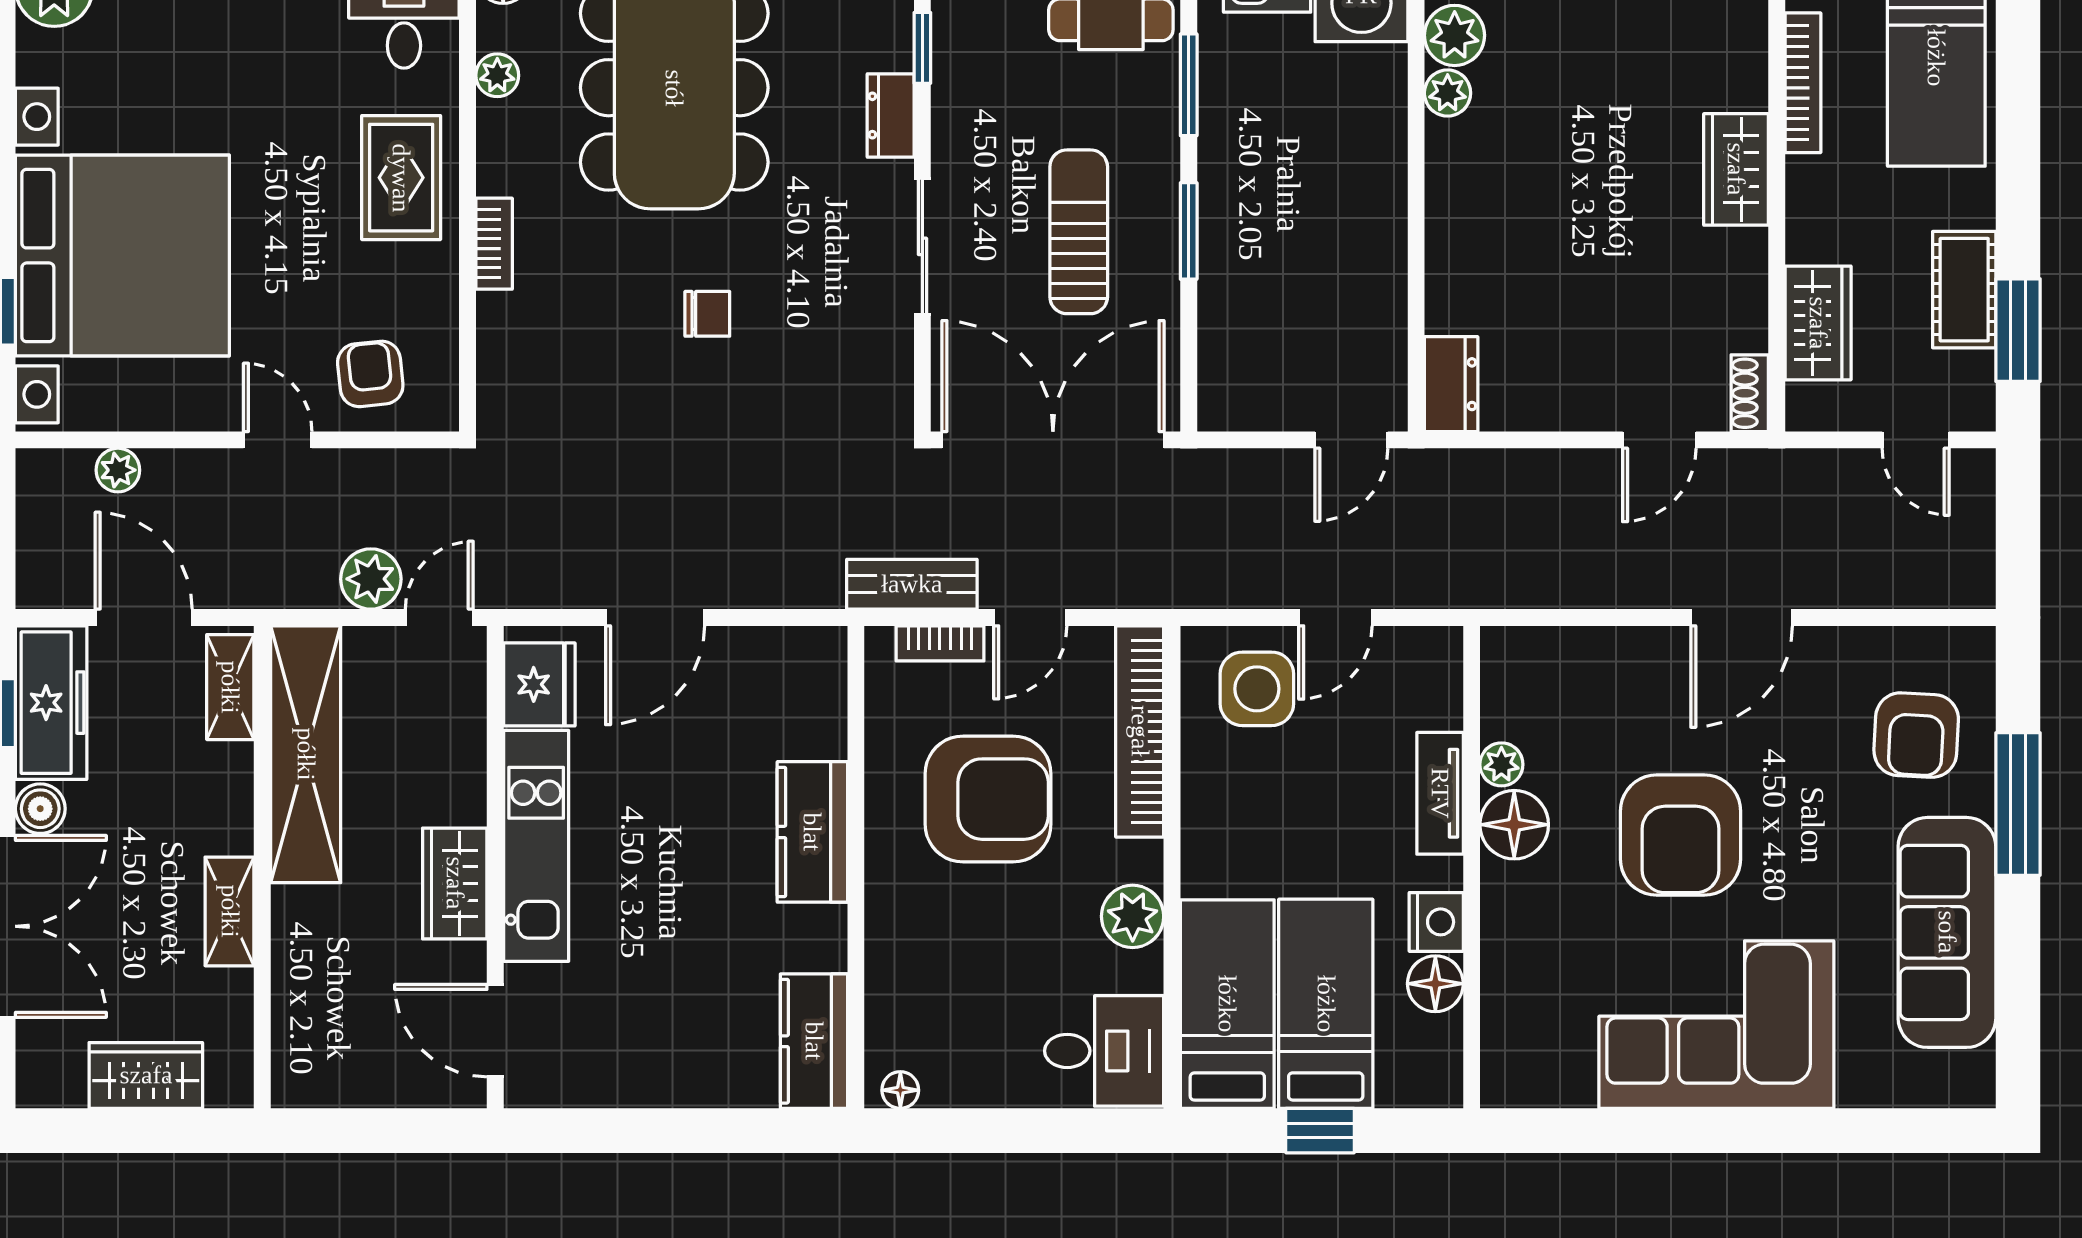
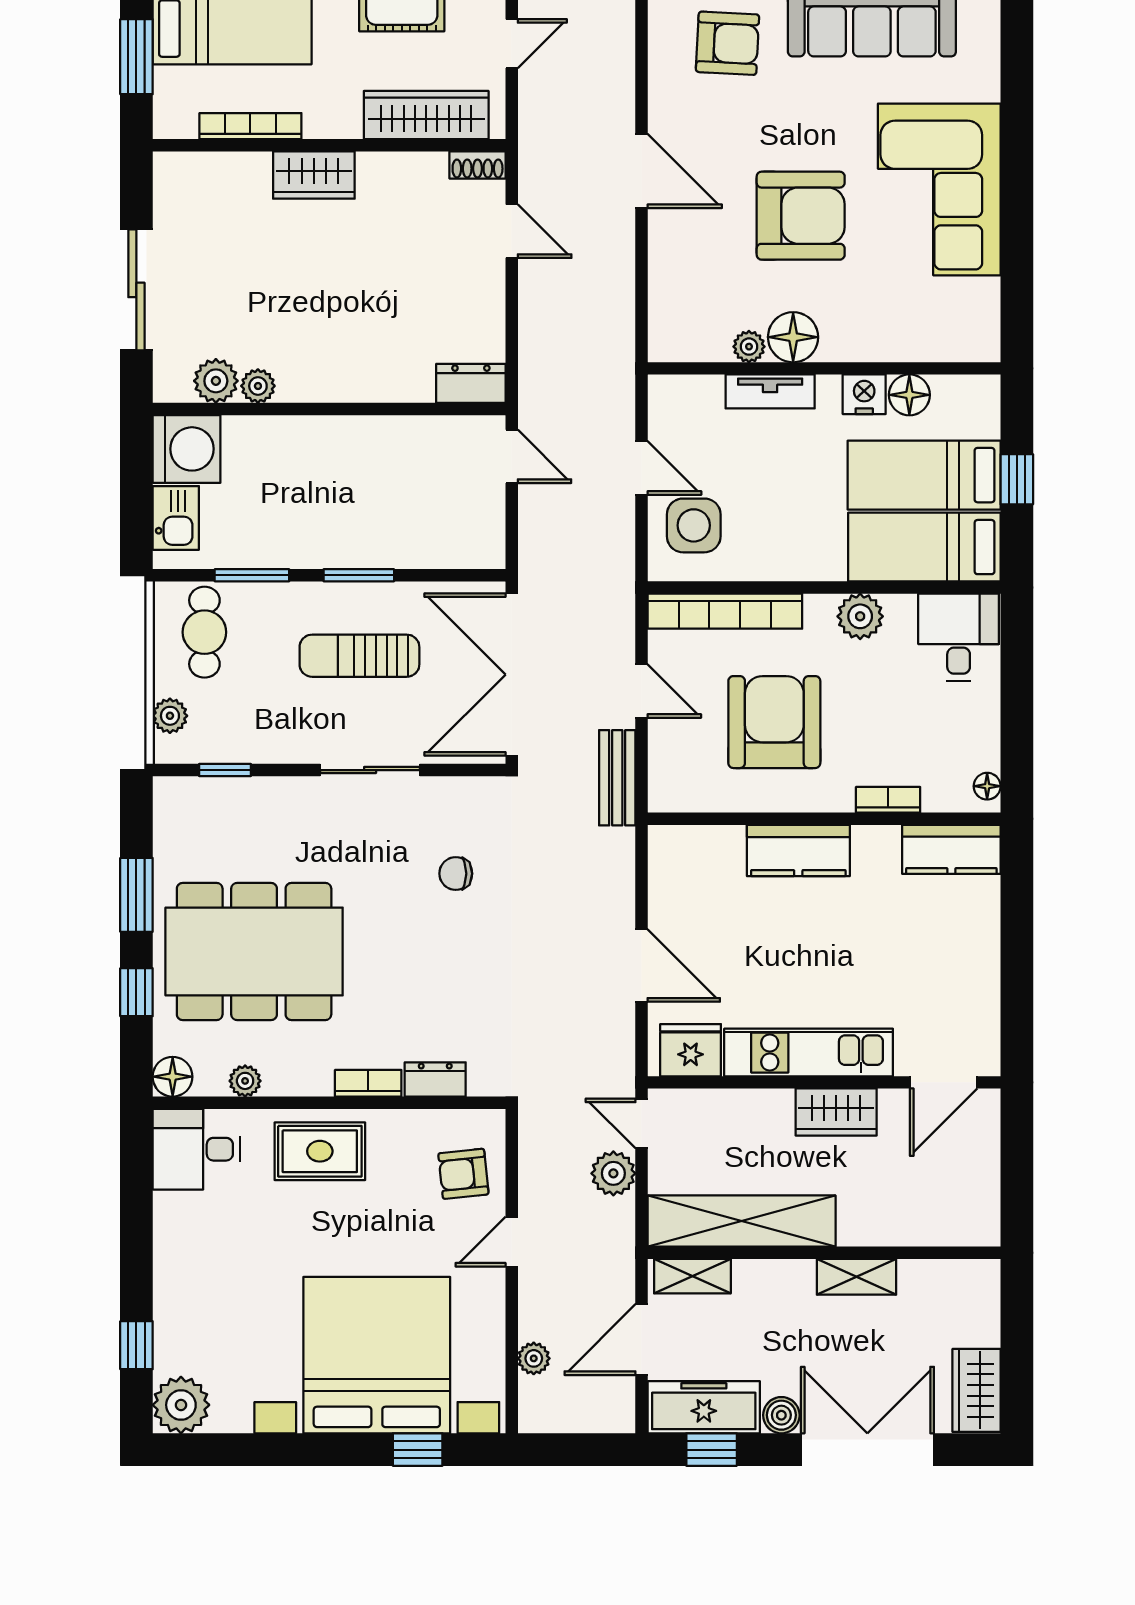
dresser: (891, 115) -> (435, 1079), moved, turned 180
chair: (707, 314) -> (456, 874), moved, turned -90
wardrobe: (1818, 323) -> (426, 115), width x1.50
bookcase: (940, 643) -> (888, 800), moved, turned -90
wardrobe: (146, 1075) -> (976, 1390), moved

